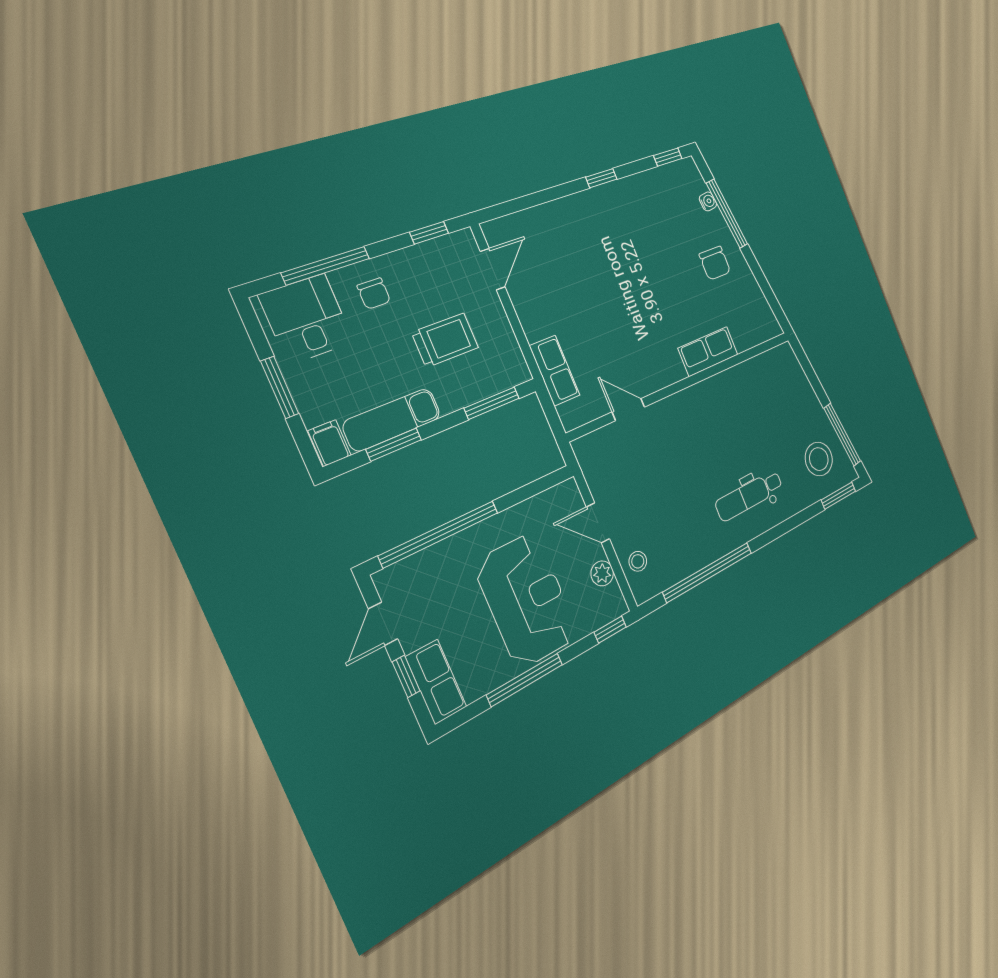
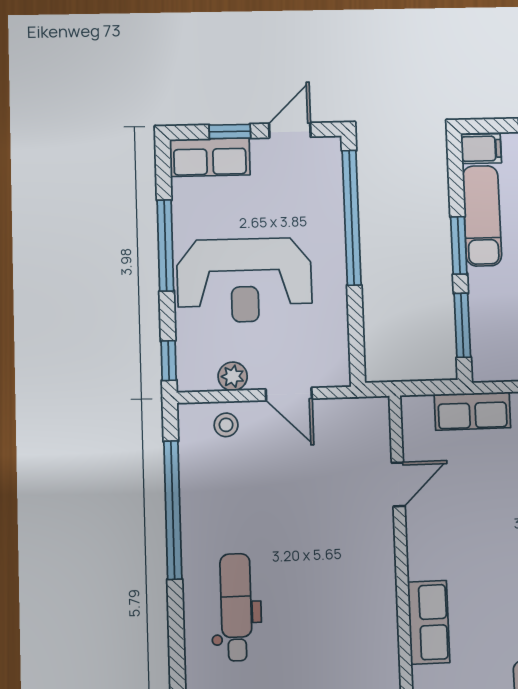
window: (394, 445) -> (459, 245), moved
door: (598, 523) -> (289, 394), swing flipped
door: (383, 624) -> (290, 130), hinge flipped

